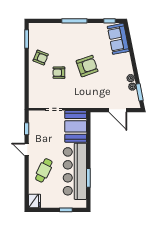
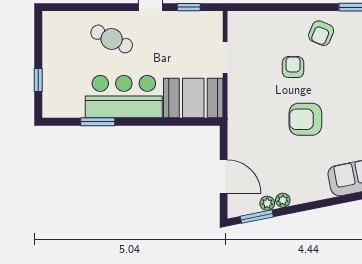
armchair: (87, 66) -> (305, 119), turned 109
door: (118, 110) -> (224, 176), swing flipped
bar counter: (75, 171) -> (124, 97), width x0.73
fridge: (35, 201) -> (55, 22), removed

